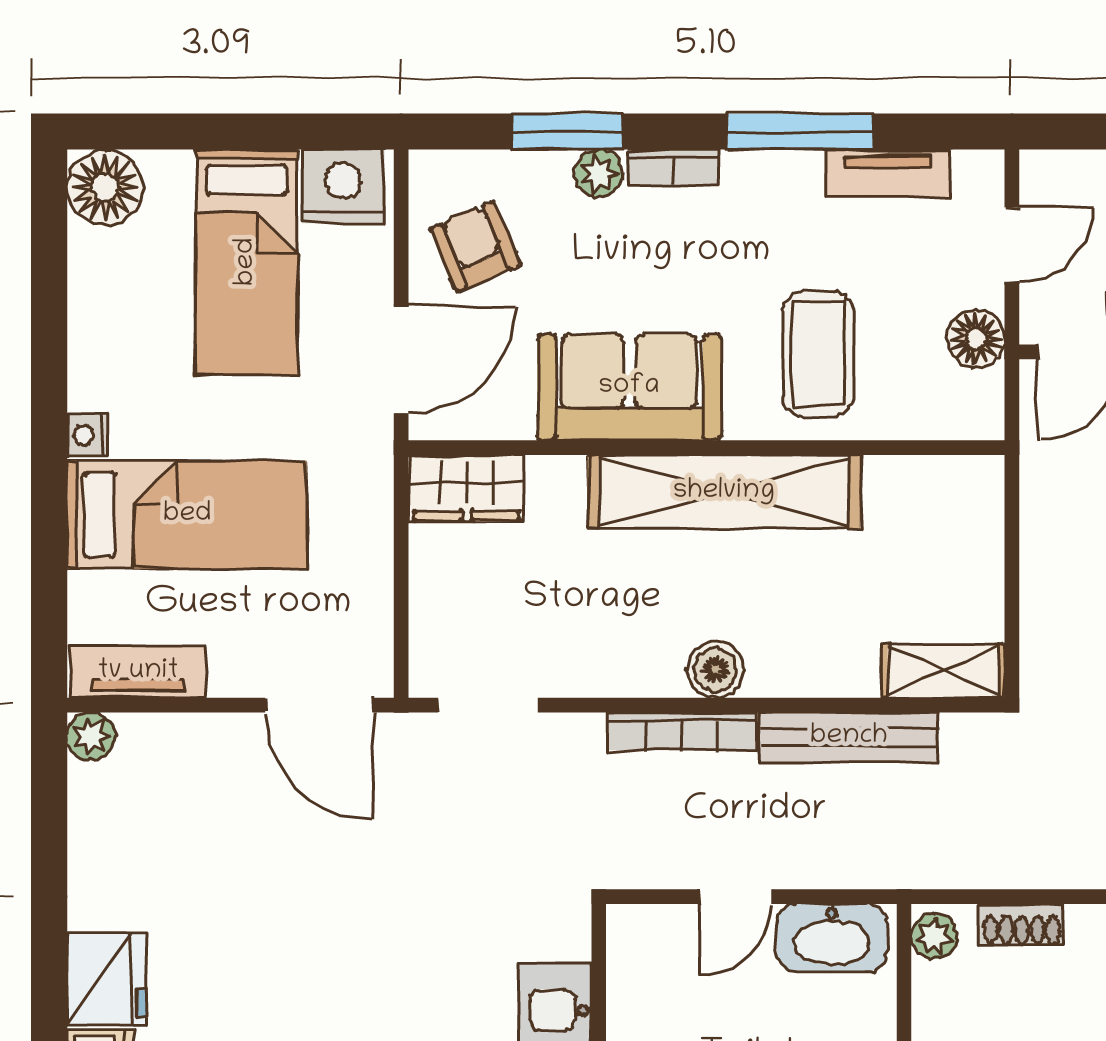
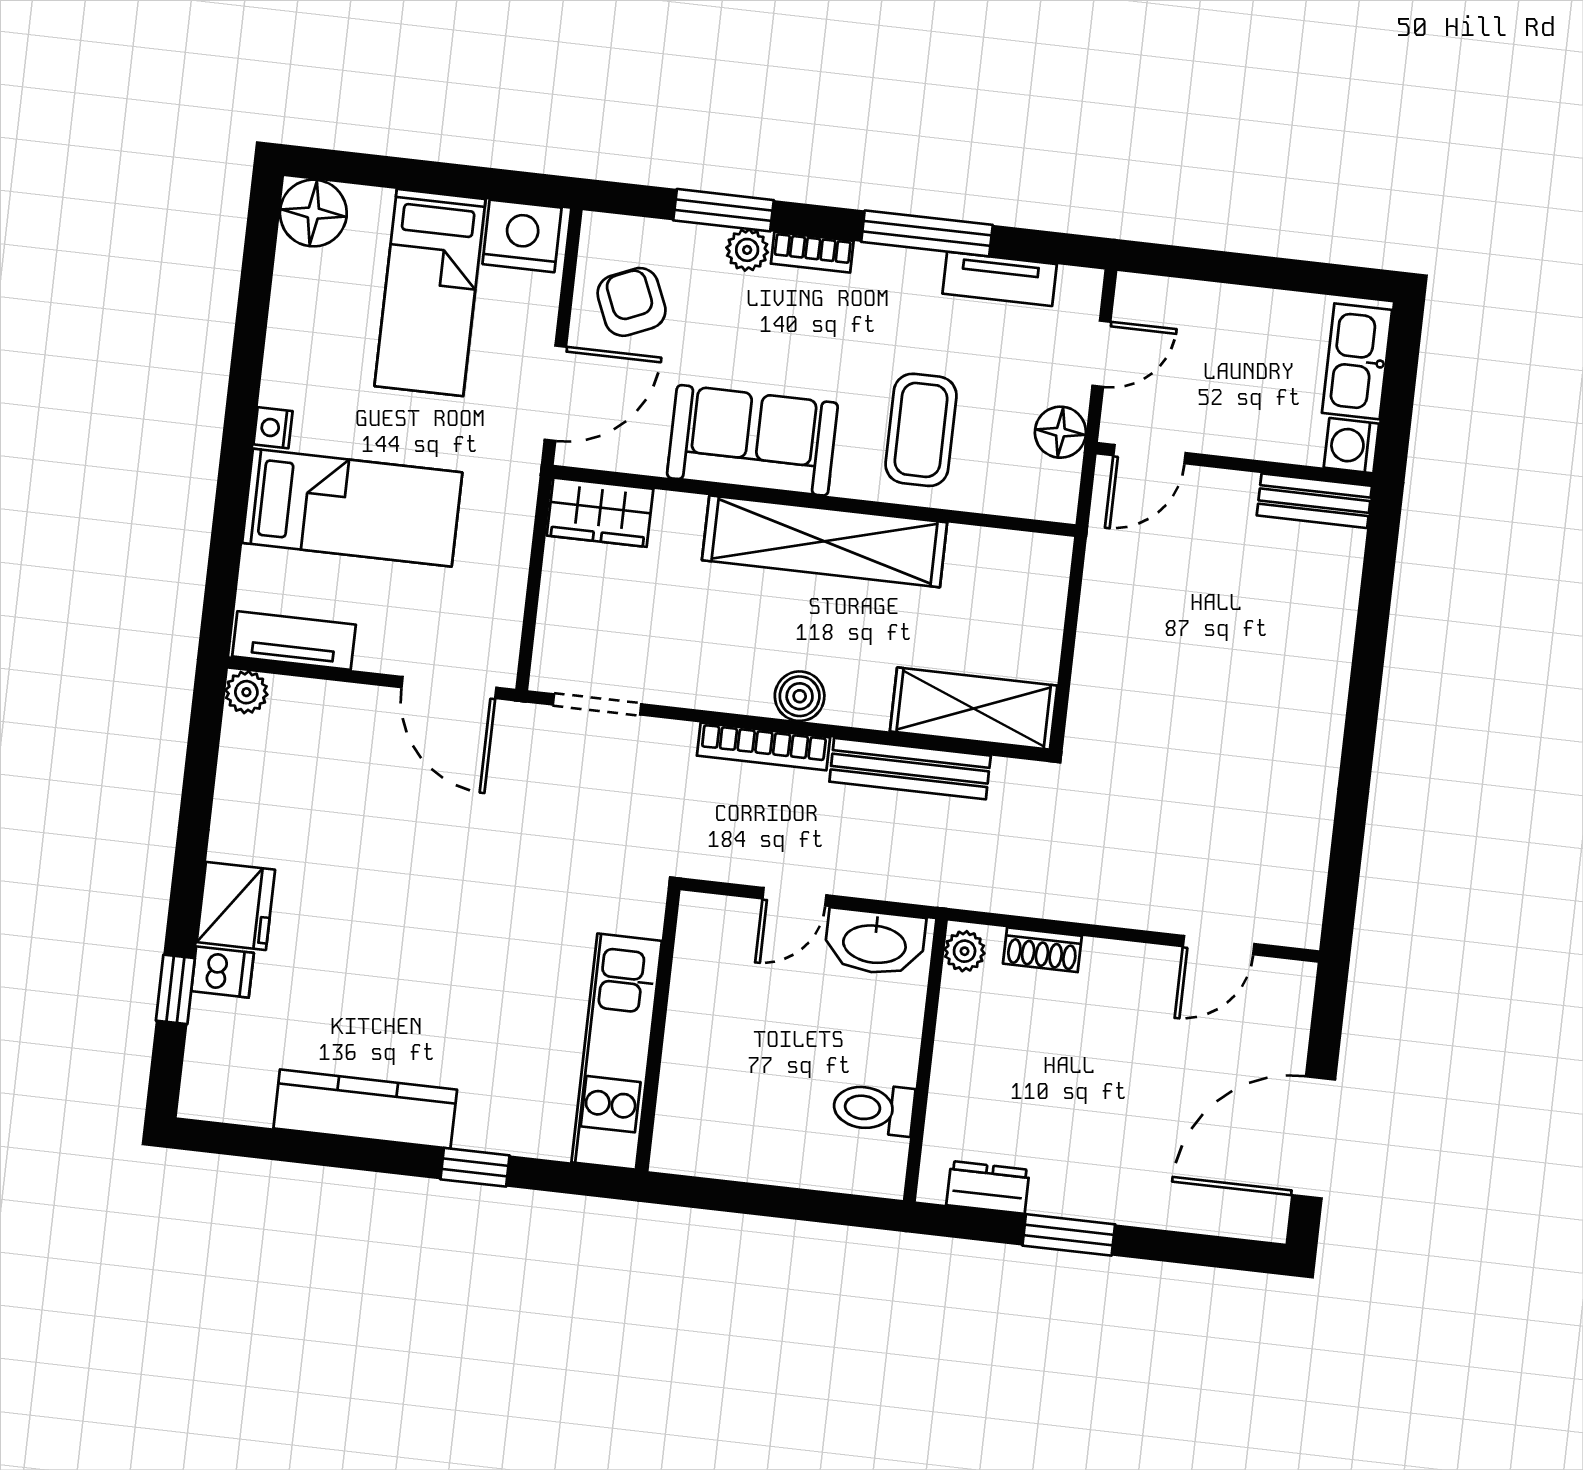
shelving: (944, 670) -> (974, 709), width x1.50, depth x1.33

